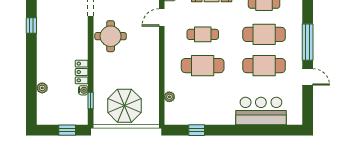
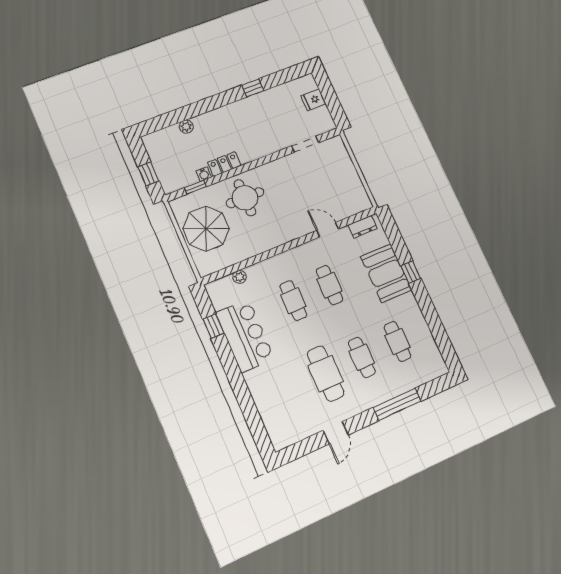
cafe table: (264, 34) -> (362, 357), width x0.73, depth x0.74
round table: (111, 36) -> (245, 198), moved
window: (308, 42) -> (397, 404), moved
cafe table: (203, 66) -> (293, 301), width x0.73, depth x0.74
bar counter: (261, 111) -> (245, 336), moved

